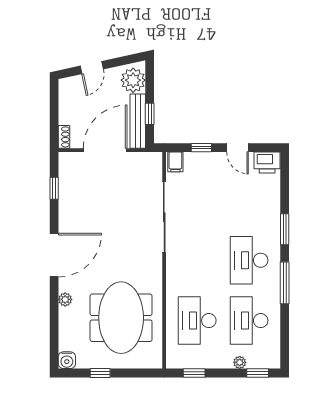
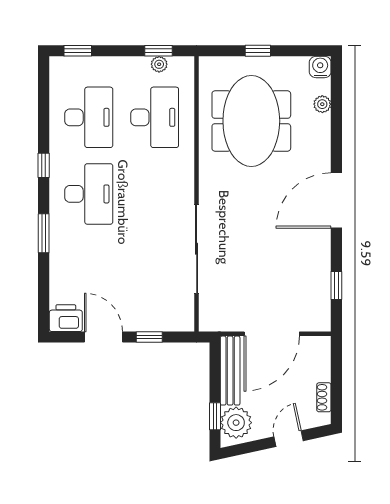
window: (150, 114) -> (215, 416), moved
shoe rack: (64, 137) -> (324, 397), moved
door: (237, 148) -> (103, 337), width x1.38
filing cabinet: (175, 162) -> (182, 319), removed
window: (285, 283) -> (44, 165), width x0.46
plant: (65, 299) -> (322, 104), moved
plant: (240, 362) -> (159, 64), moved
window: (100, 373) -> (258, 51), moved

